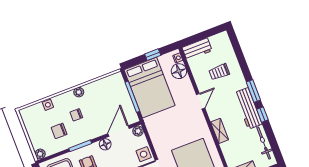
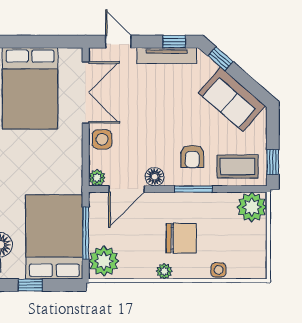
plant: (116, 85) -> (104, 261), added
chair: (76, 115) -> (181, 238), width x1.87, depth x1.87
chair: (59, 131) -> (217, 224), removed
plant: (40, 154) -> (252, 207), width x1.87, depth x1.87

